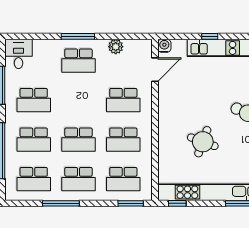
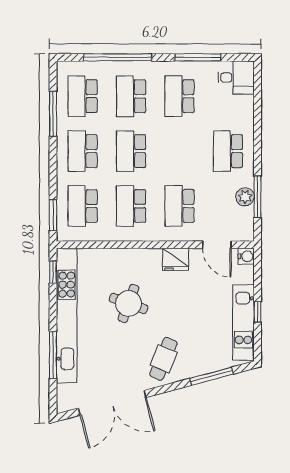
window: (78, 36) -> (258, 197), moved
fridge: (167, 103) -> (176, 259), added
window: (61, 203) -> (53, 114), moved

